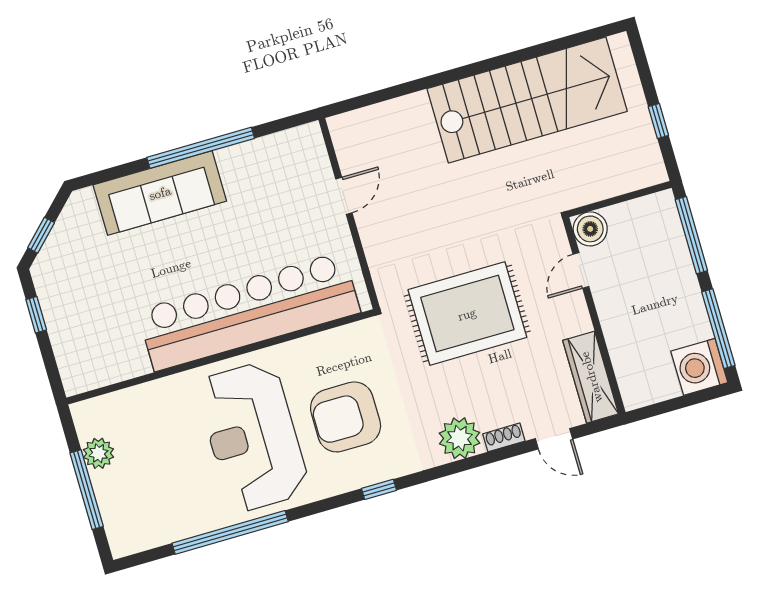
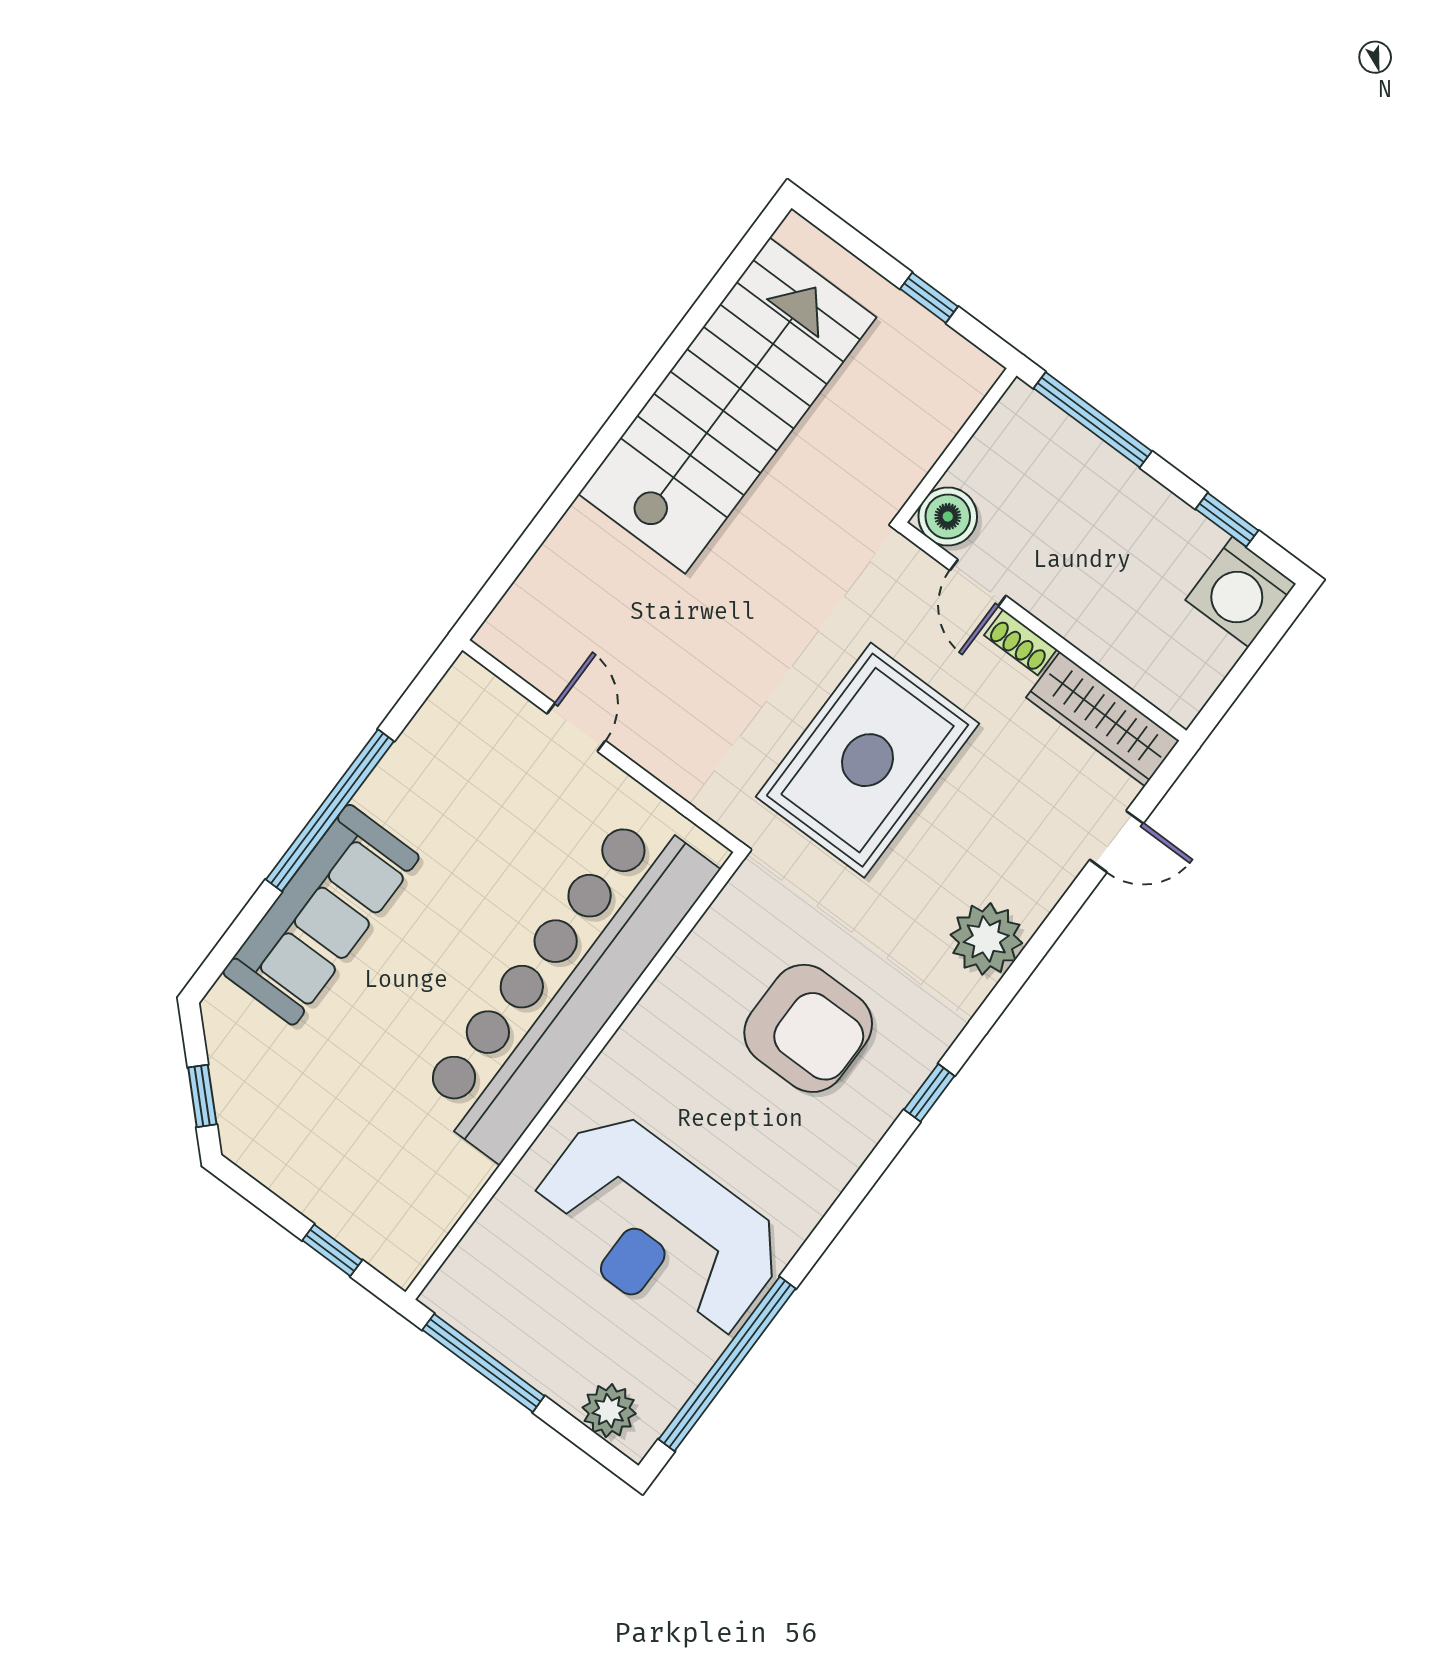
window: (36, 315) -> (332, 1250), moved
window: (718, 329) -> (1227, 520), width x0.46
armchair: (346, 417) -> (808, 1028), turned -90
reception desk: (253, 437) -> (658, 1228), moved
shoe rack: (504, 437) -> (1020, 642), moved, turned -90
plant: (99, 453) -> (609, 1411), moved
window: (87, 490) -> (483, 1363), moved
window: (230, 532) -> (727, 1364), moved

